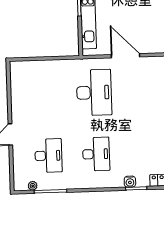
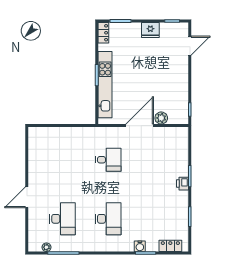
plant: (148, 47) -> (161, 118), added
door: (125, 56) -> (140, 126), hinge flipped
desk: (94, 92) -> (108, 160), width x0.53, depth x0.77

